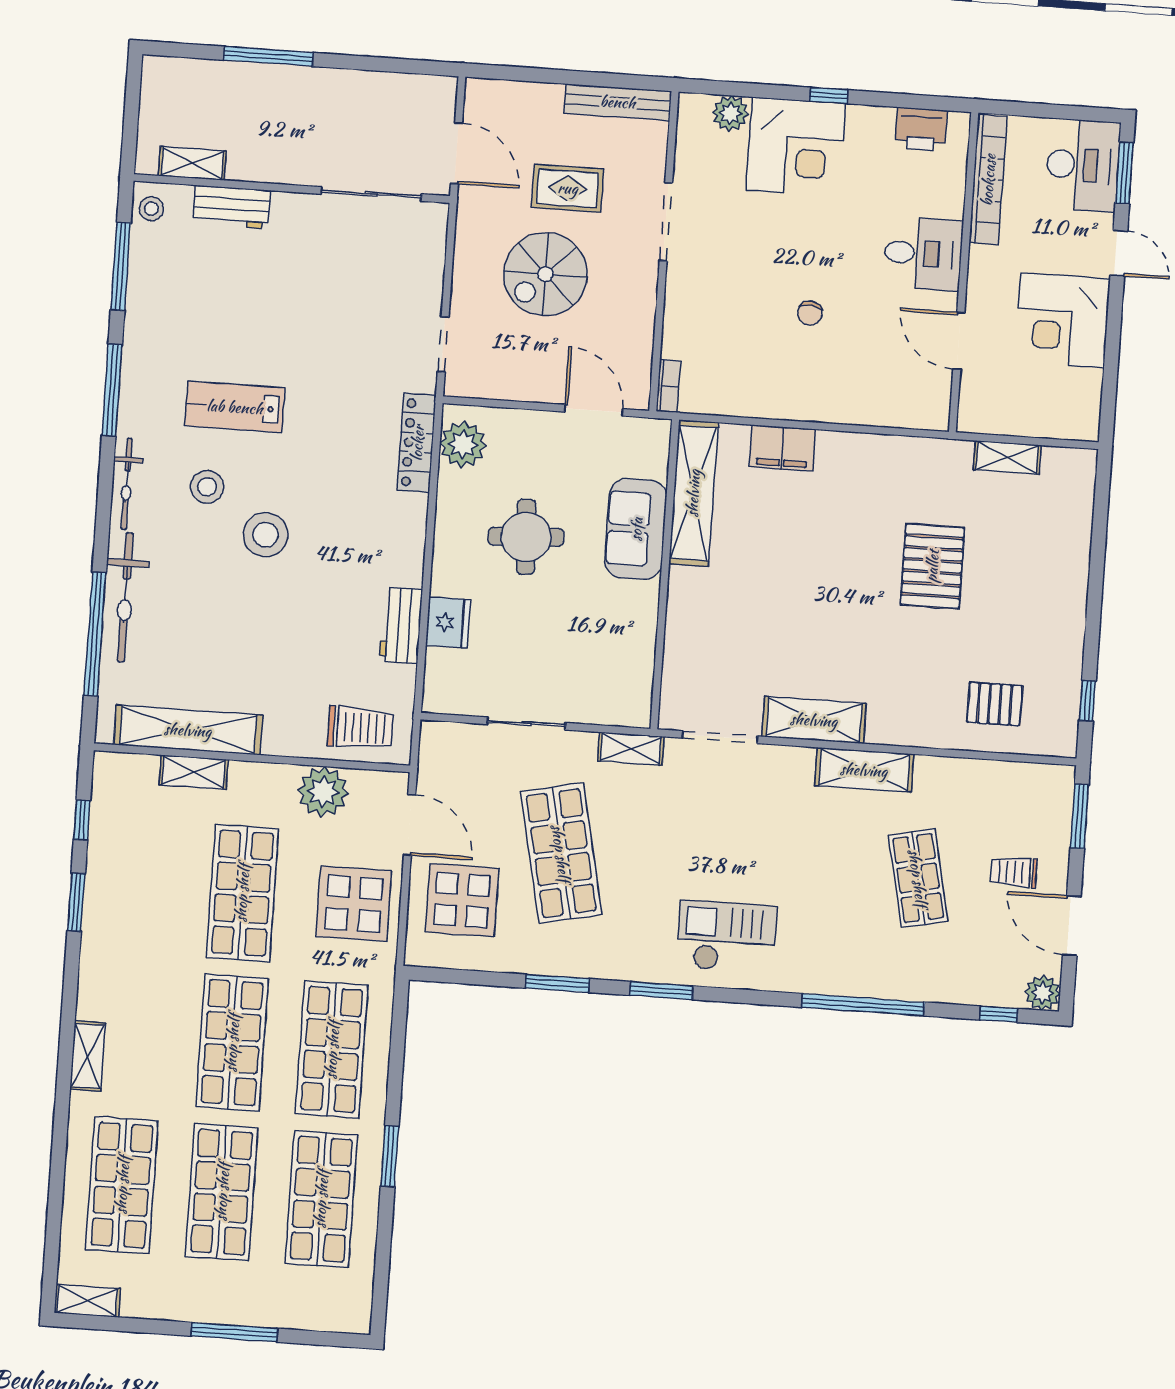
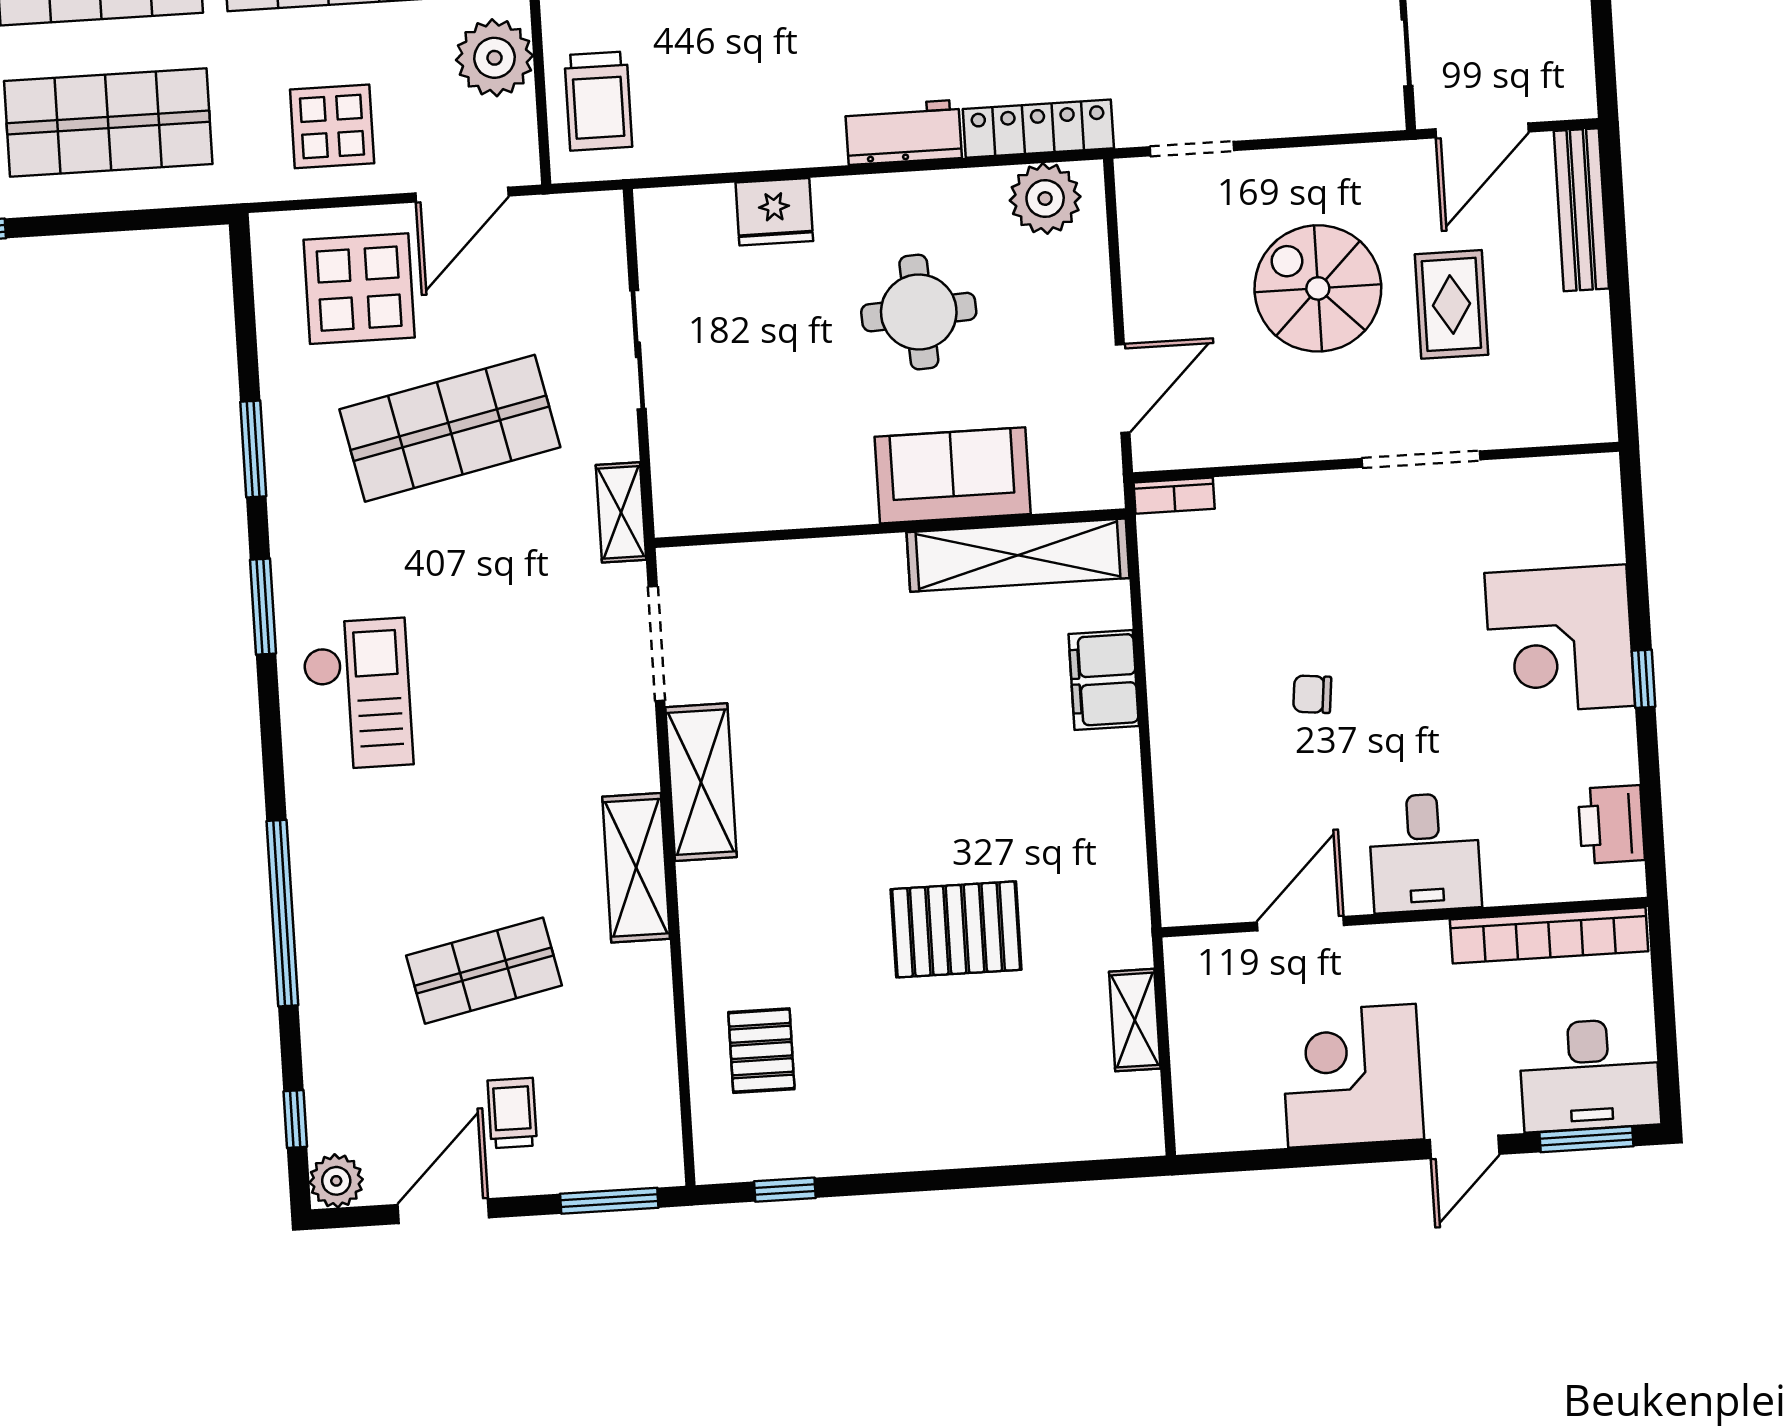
bench: (618, 102) -> (1581, 210), moved
plant: (730, 113) -> (1597, 534), removed
workbench: (401, 625) -> (903, 132), moved
display table: (354, 904) -> (332, 126), width x0.73, depth x0.73

